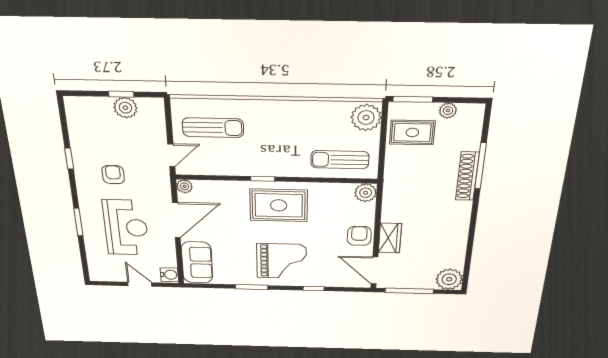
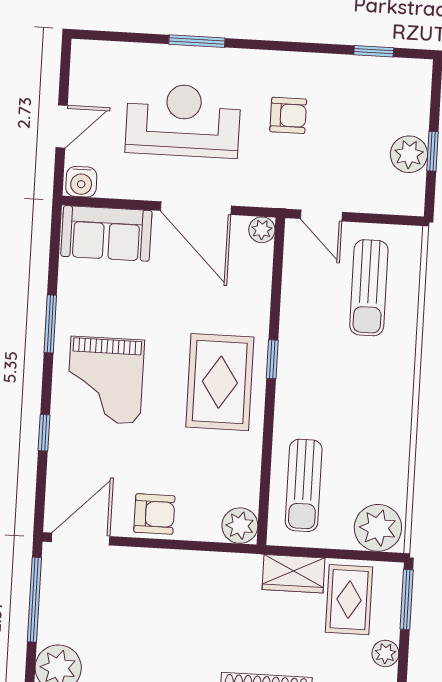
window: (69, 159) -> (374, 51), moved
sun lounger: (340, 160) -> (304, 485), turned 180
reception desk: (126, 228) -> (183, 120), turned 180
wardrobe: (390, 238) -> (294, 574), moved

